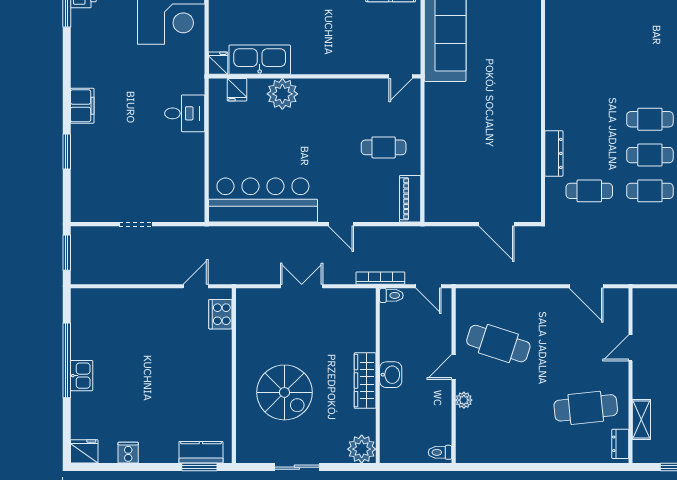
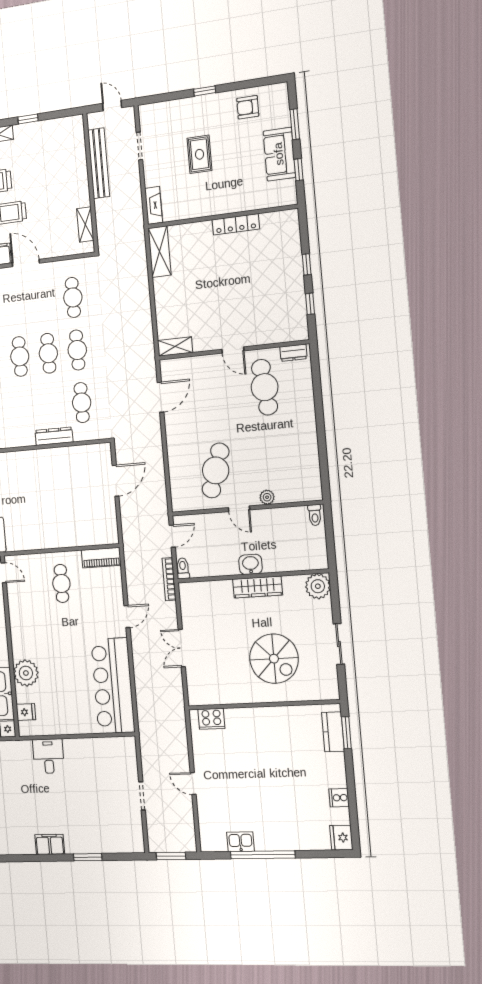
door: (196, 286) -> (193, 783), moved
door: (630, 348) -> (233, 350), moved
kitchen sink: (82, 376) -> (240, 842), moved
spiral stairs: (284, 392) -> (274, 659), turned 90
shelving: (641, 419) -> (175, 347), moved

